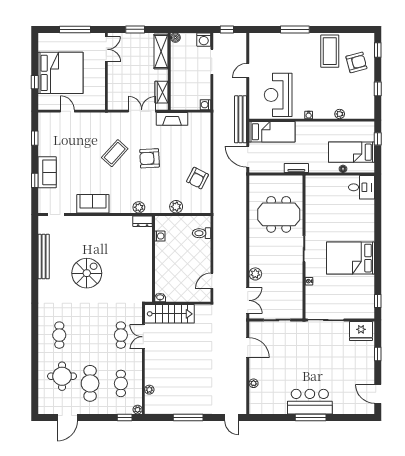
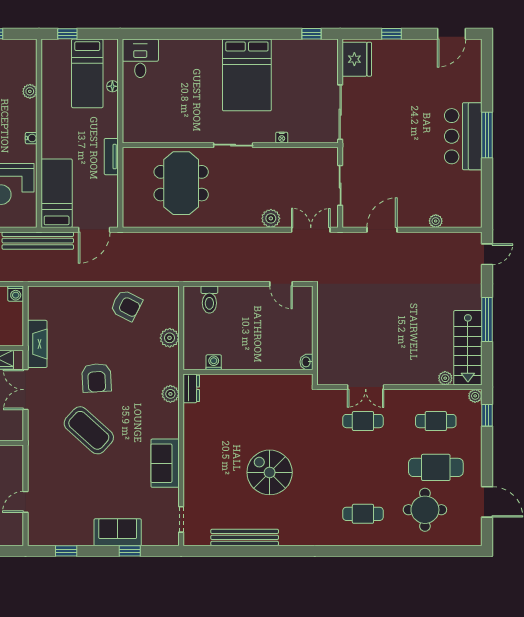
coffee table: (115, 153) -> (89, 430), width x1.36, depth x1.32
stairs: (169, 314) -> (468, 348), moved, turned 180

